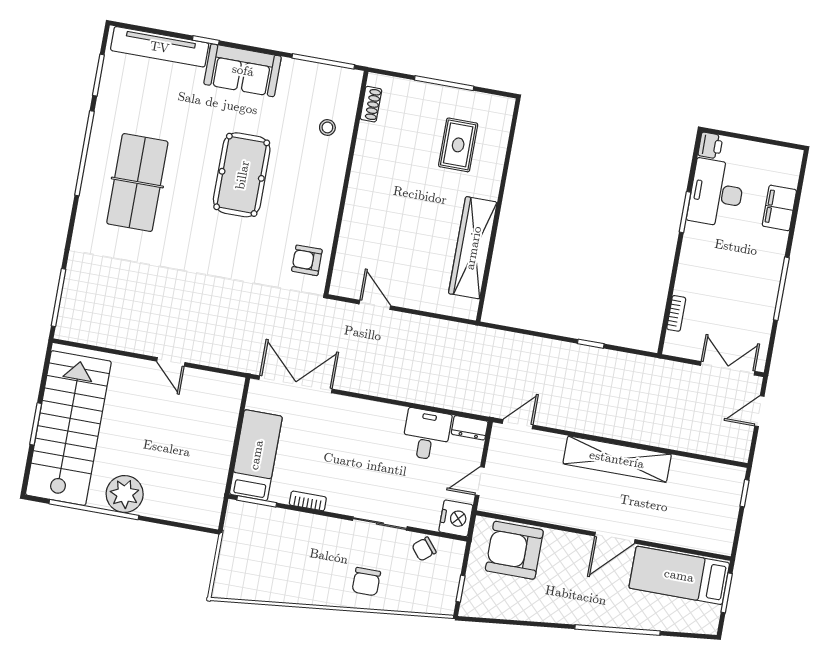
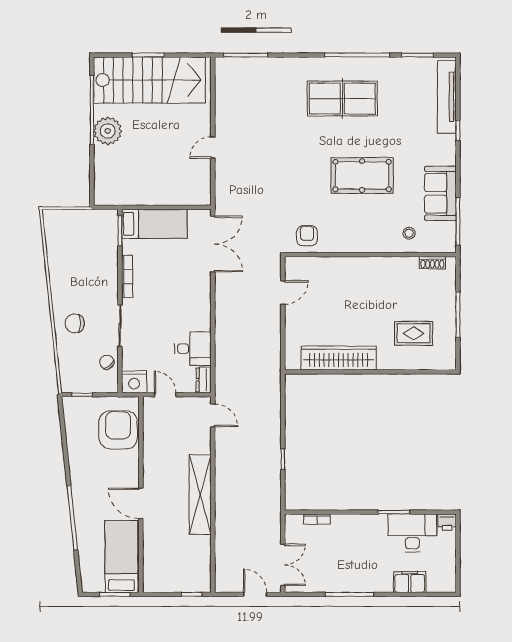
sofa: (243, 70) -> (440, 193), moved
bookcase: (308, 501) -> (127, 276), width x1.56

